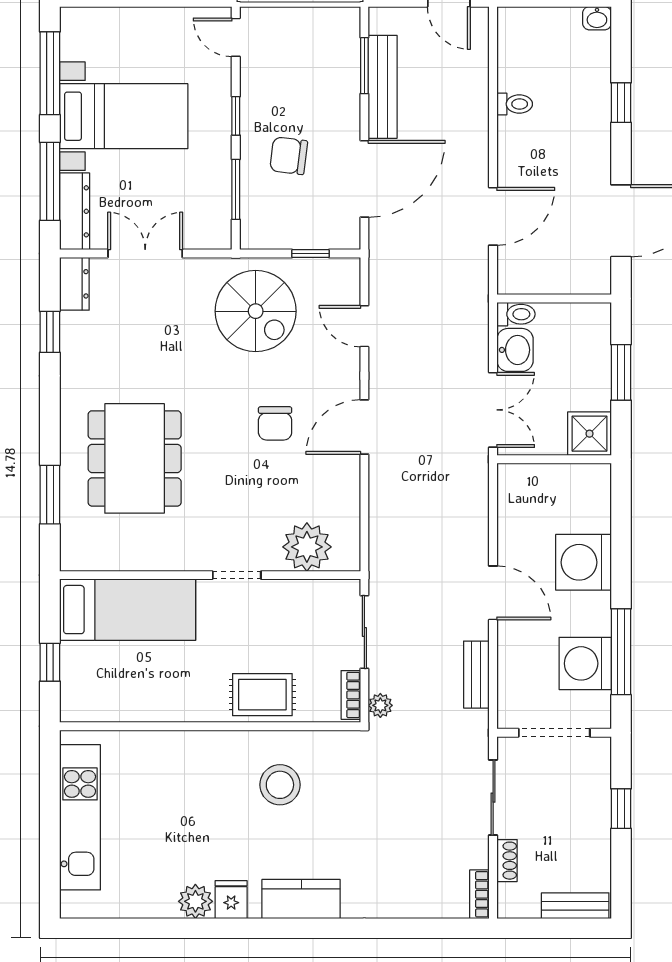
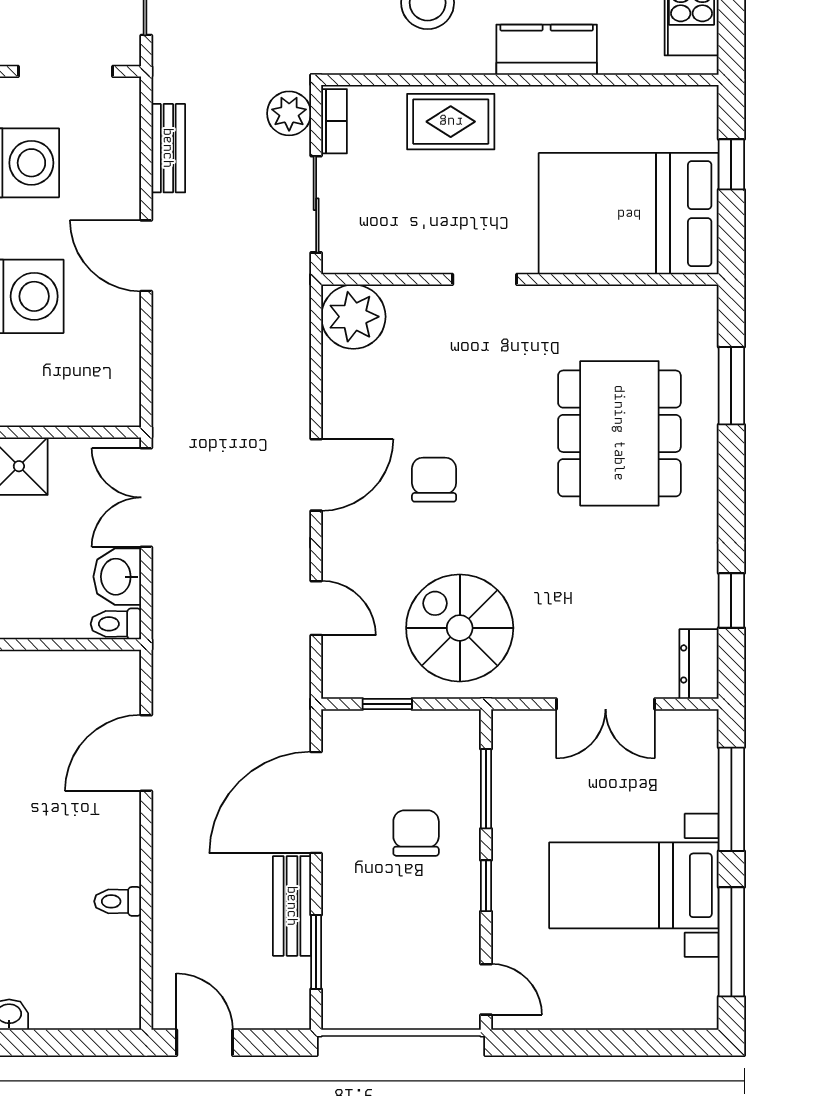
bench: (383, 87) -> (292, 906), width x0.73
chair: (289, 156) -> (416, 833), turned -97
dresser: (75, 211) -> (699, 760), removed
plant: (307, 547) -> (353, 317), moved
bed: (128, 610) -> (629, 214), width x1.50
plant: (380, 705) -> (289, 113), width x1.38, depth x1.38
kitchen counter: (190, 749) -> (547, 50), added

